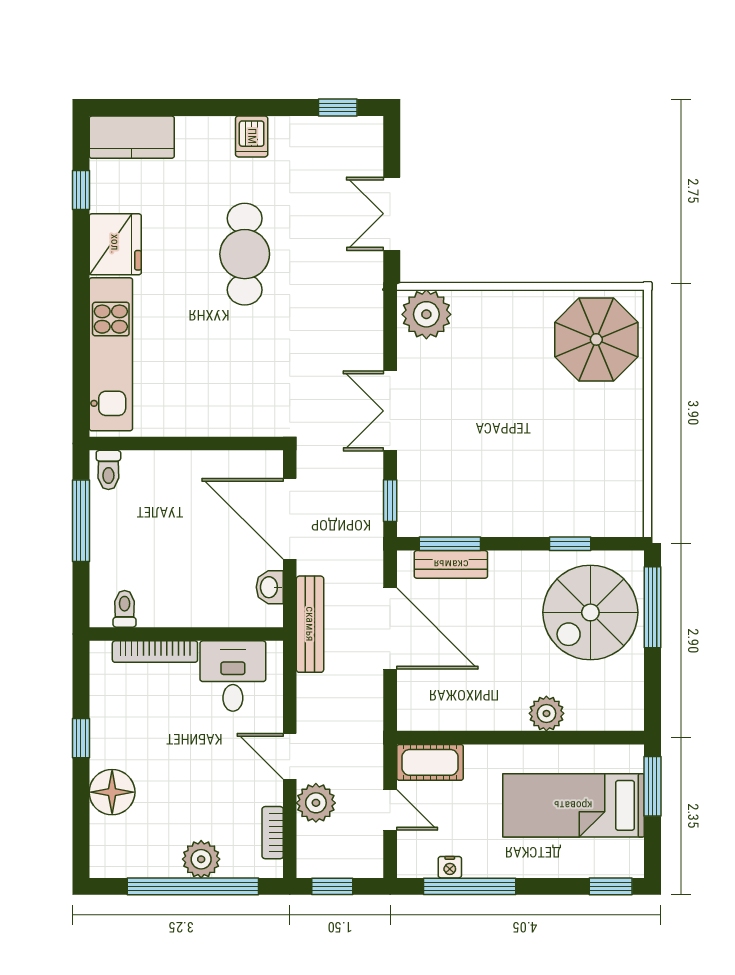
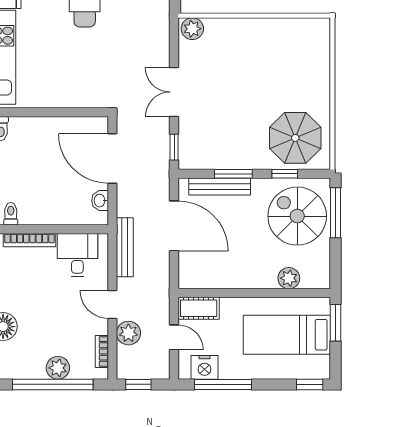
plant: (426, 314) -> (192, 29), width x0.73, depth x0.73
parasol: (596, 339) -> (295, 138), moved
window: (450, 544) -> (233, 174), moved
bench: (451, 564) -> (220, 187), width x1.36
spiral stairs: (590, 612) -> (297, 216), turned 90
bench: (310, 624) -> (125, 247), moved
plant: (546, 713) -> (289, 278), moved
nightstand: (450, 867) -> (204, 367), width x1.89, depth x1.79

